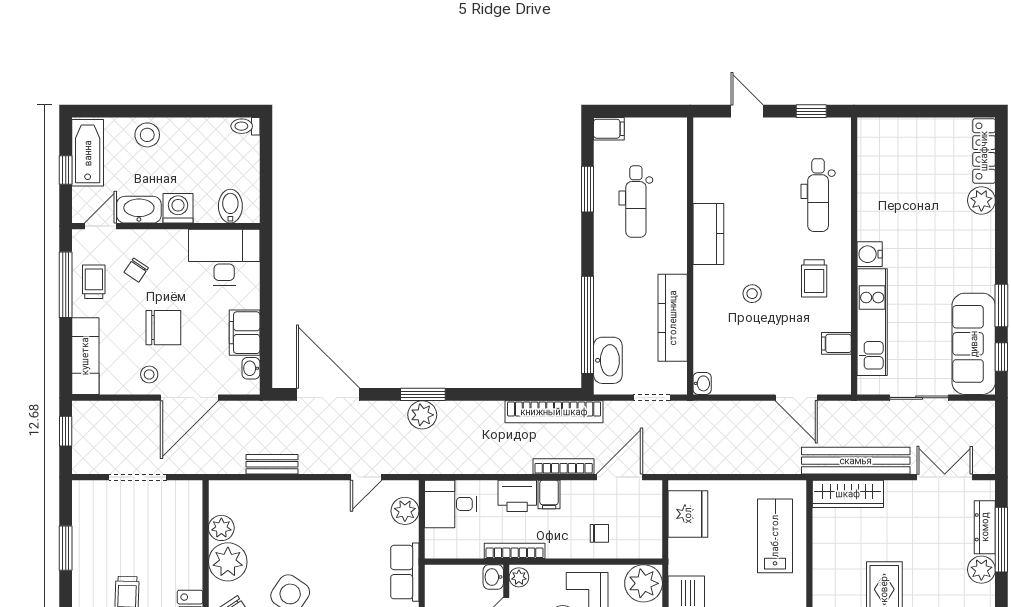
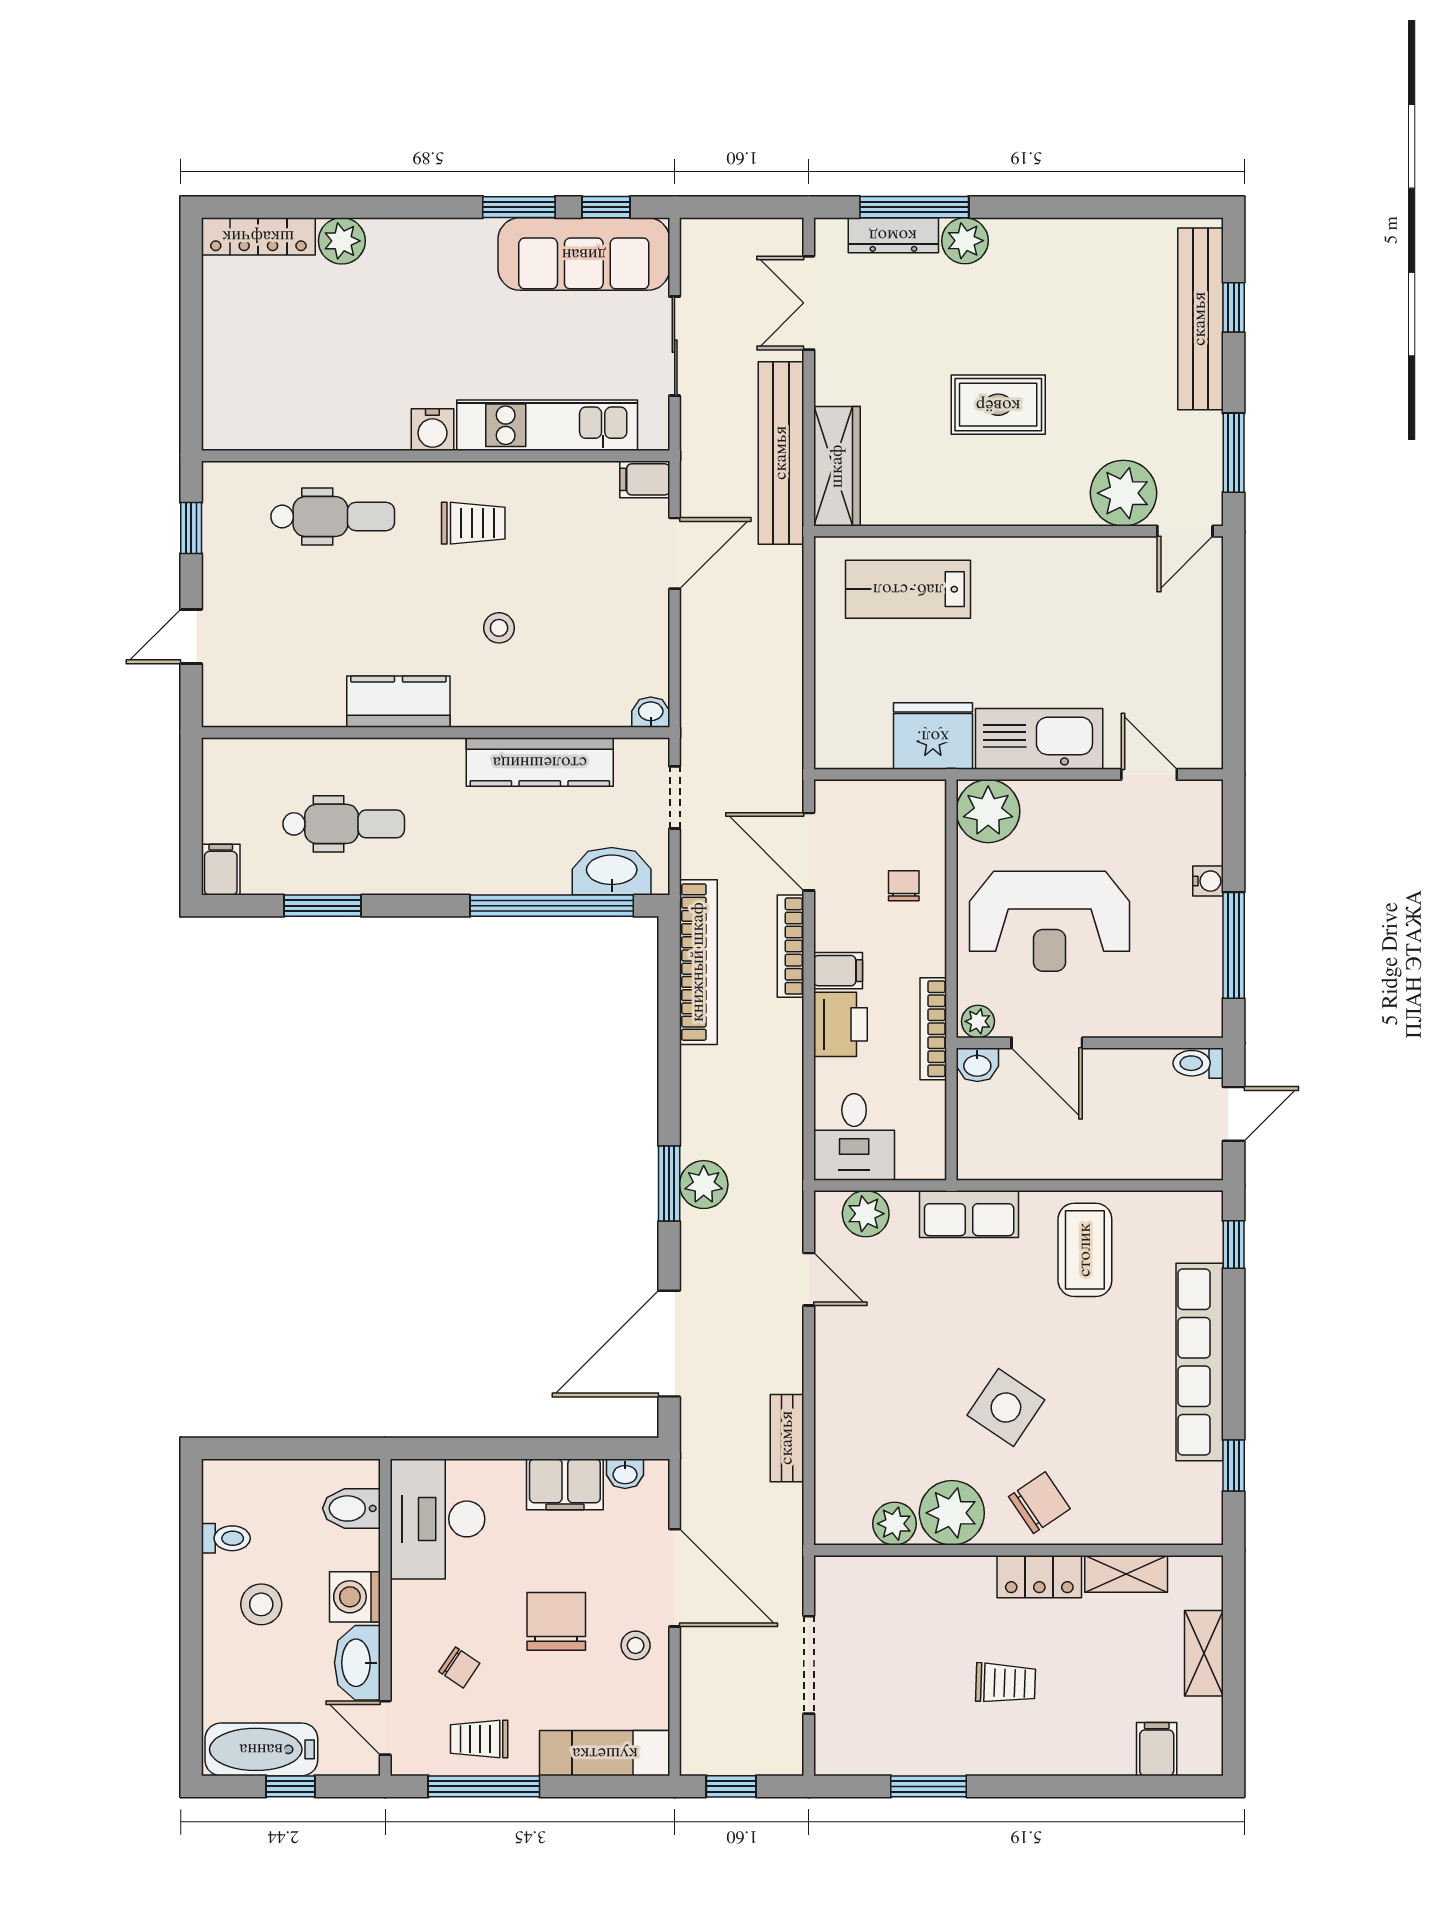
toilet: (245, 126) -> (226, 1538), moved, turned -90
stool: (147, 135) -> (261, 1604), moved
filing cabinet: (836, 343) -> (645, 479), moved, turned 90
fridge: (688, 514) -> (933, 736), moved

